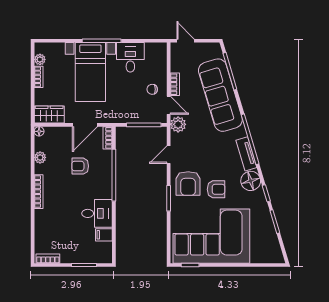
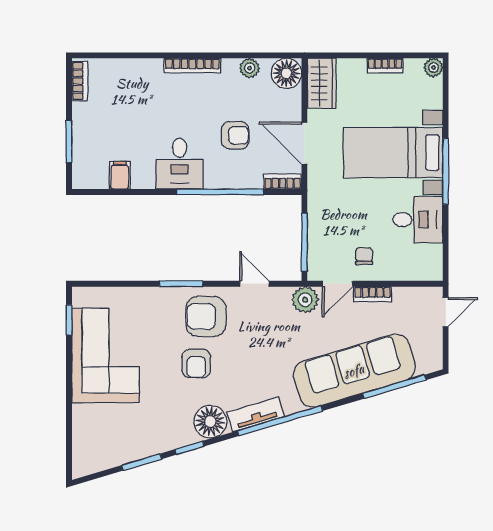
plant: (40, 59) -> (433, 68), moved
floor lamp: (39, 131) -> (286, 73), width x1.89, depth x1.89
armchair: (80, 166) -> (235, 135), turned 90
desk: (97, 213) -> (180, 164), moved
corner sofa: (211, 236) -> (105, 355), width x0.73, depth x0.74

